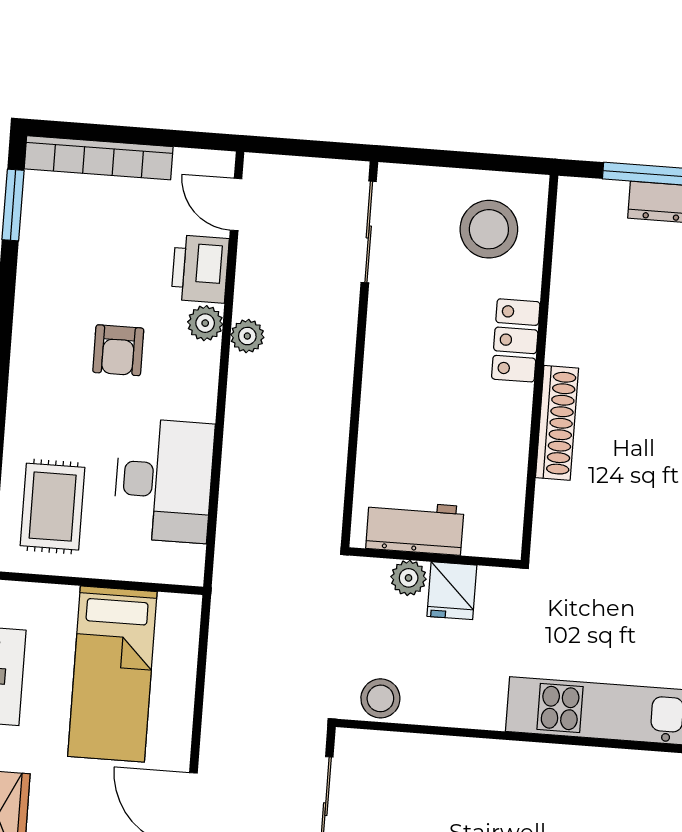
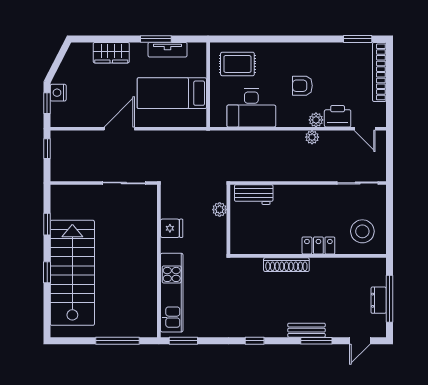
door: (236, 204) -> (365, 129), swing flipped
workbench: (415, 527) -> (254, 195), moved, turned 90
fridge: (452, 591) -> (172, 228), moved, turned 180
stool: (380, 698) -> (170, 202), removed

